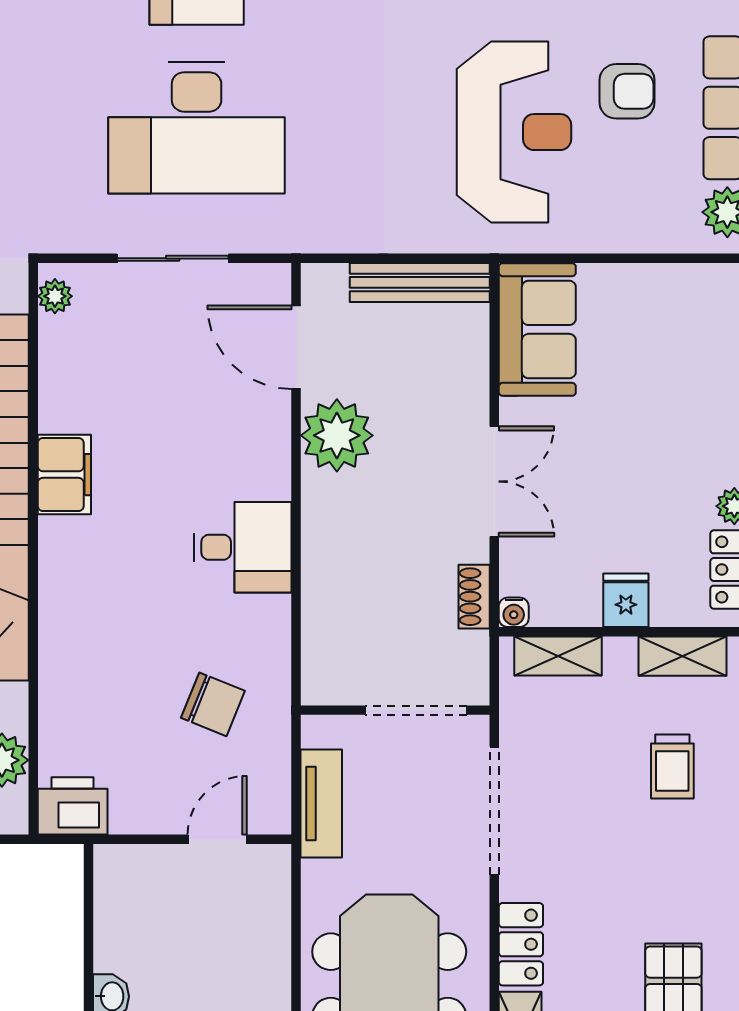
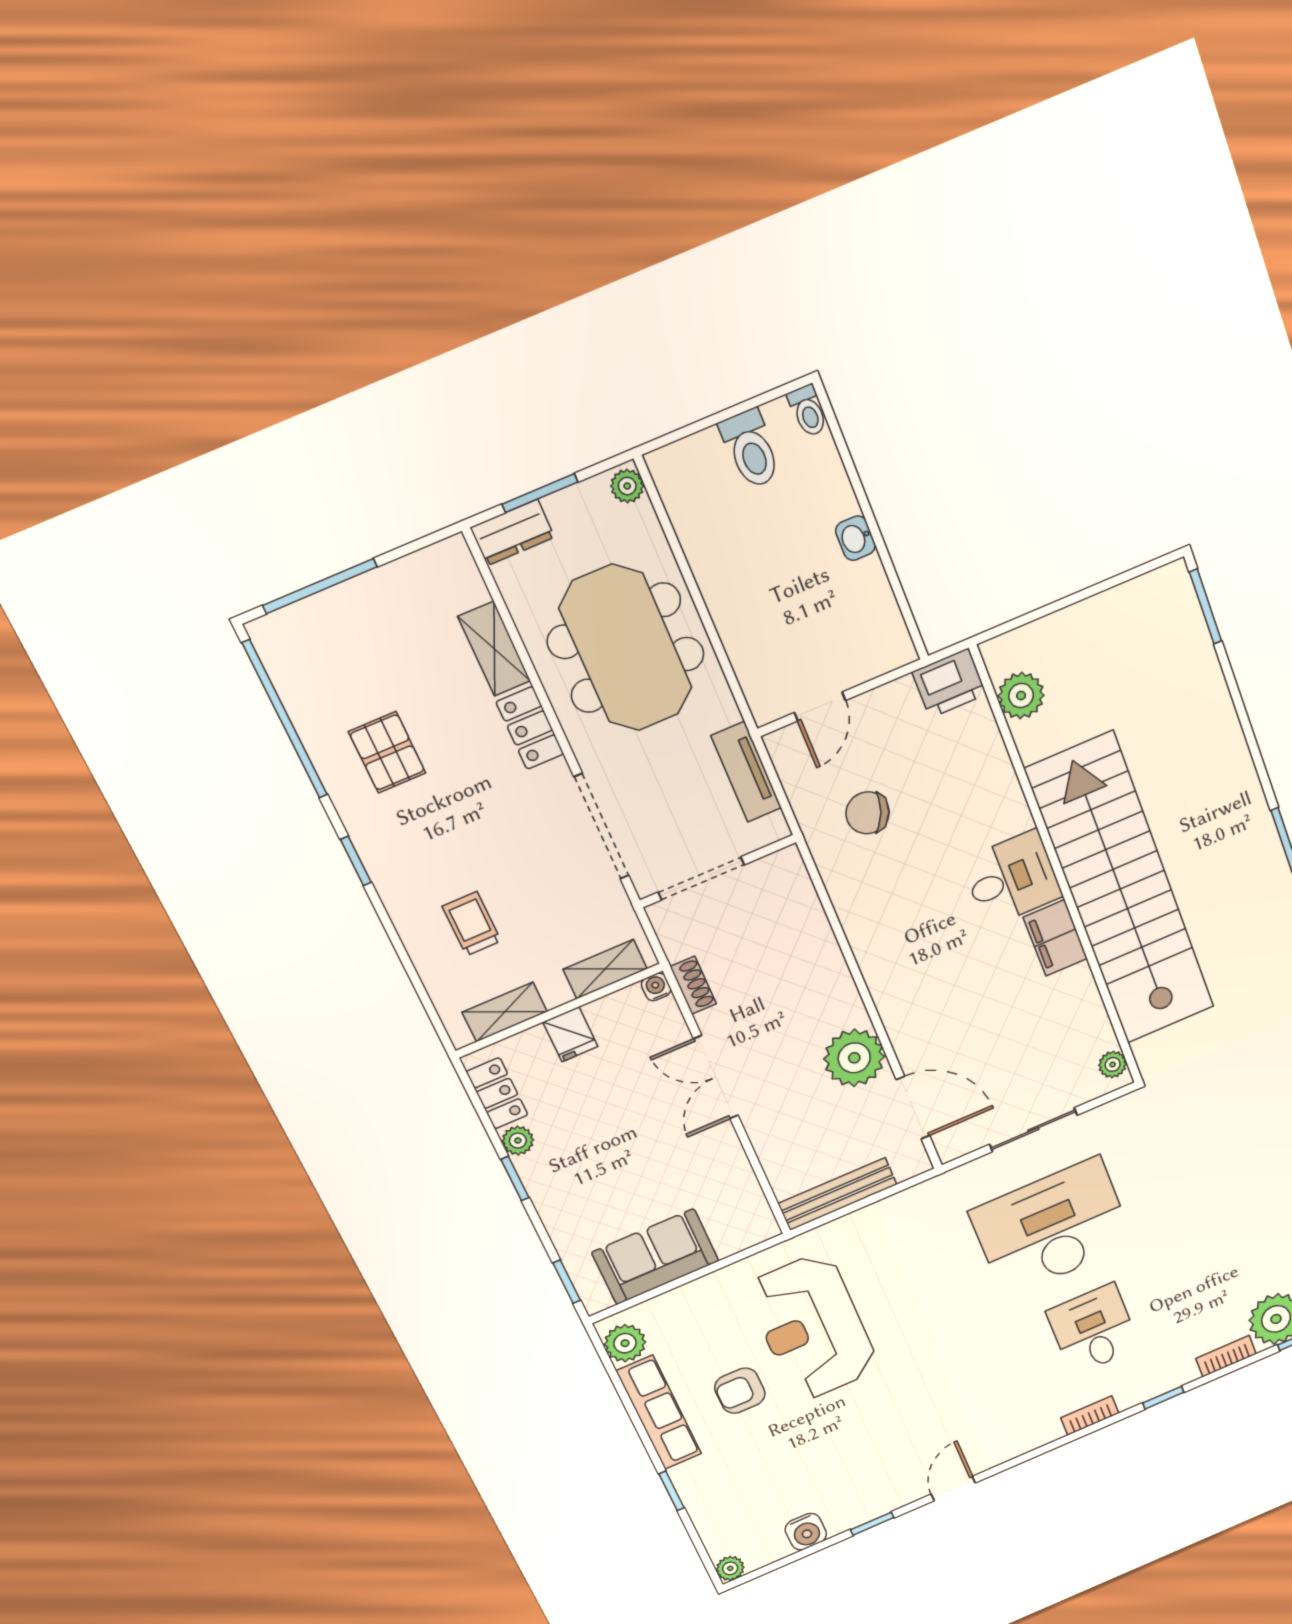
sofa: (537, 329) -> (655, 1257), moved, turned 90
desk: (242, 547) -> (1012, 879), moved, turned 180

